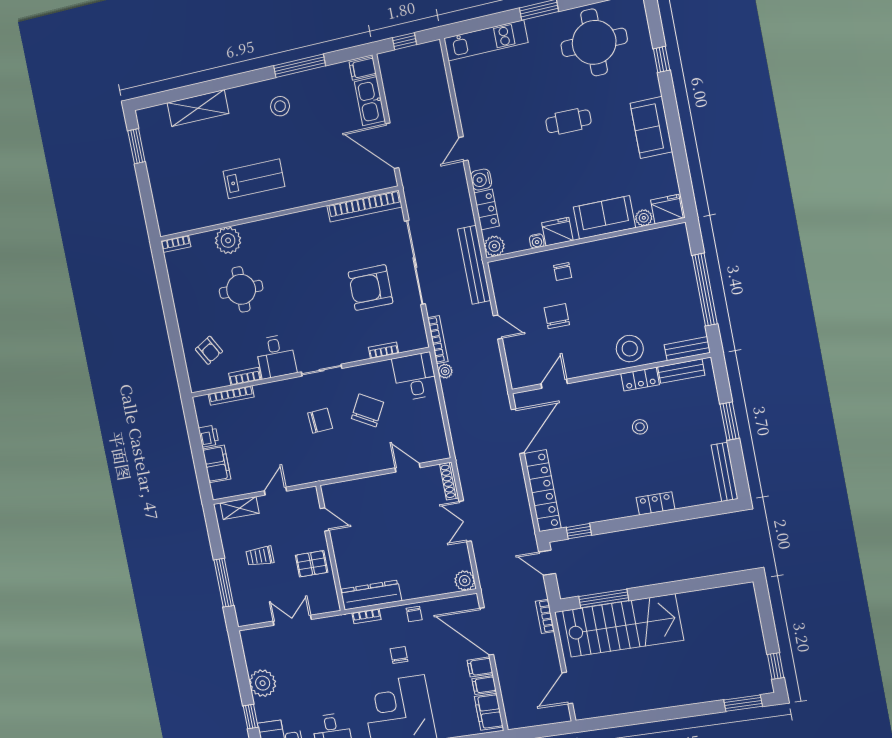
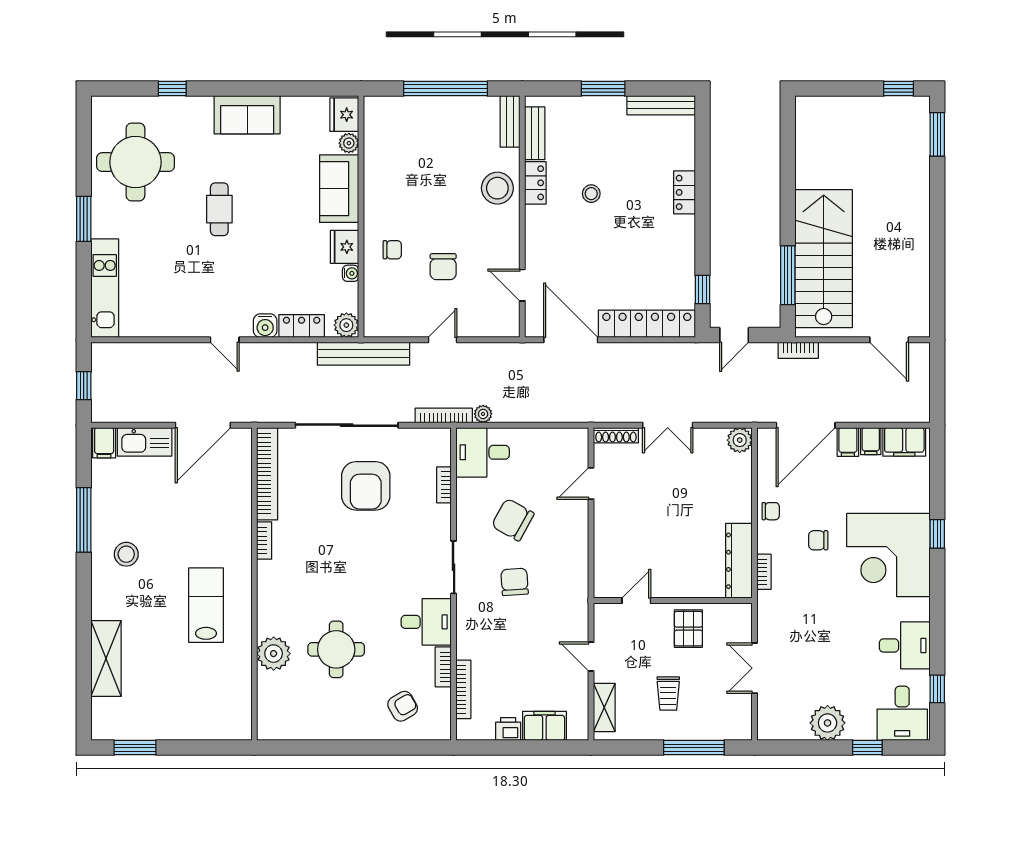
bookcase: (176, 244) -> (264, 540), moved
chair: (557, 316) -> (443, 267), turned -90

